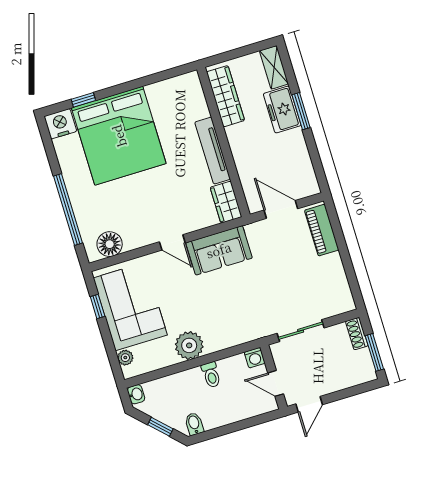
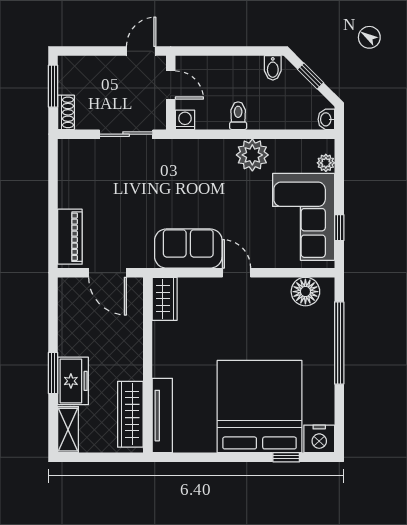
tv unit: (213, 151) -> (162, 416), moved

